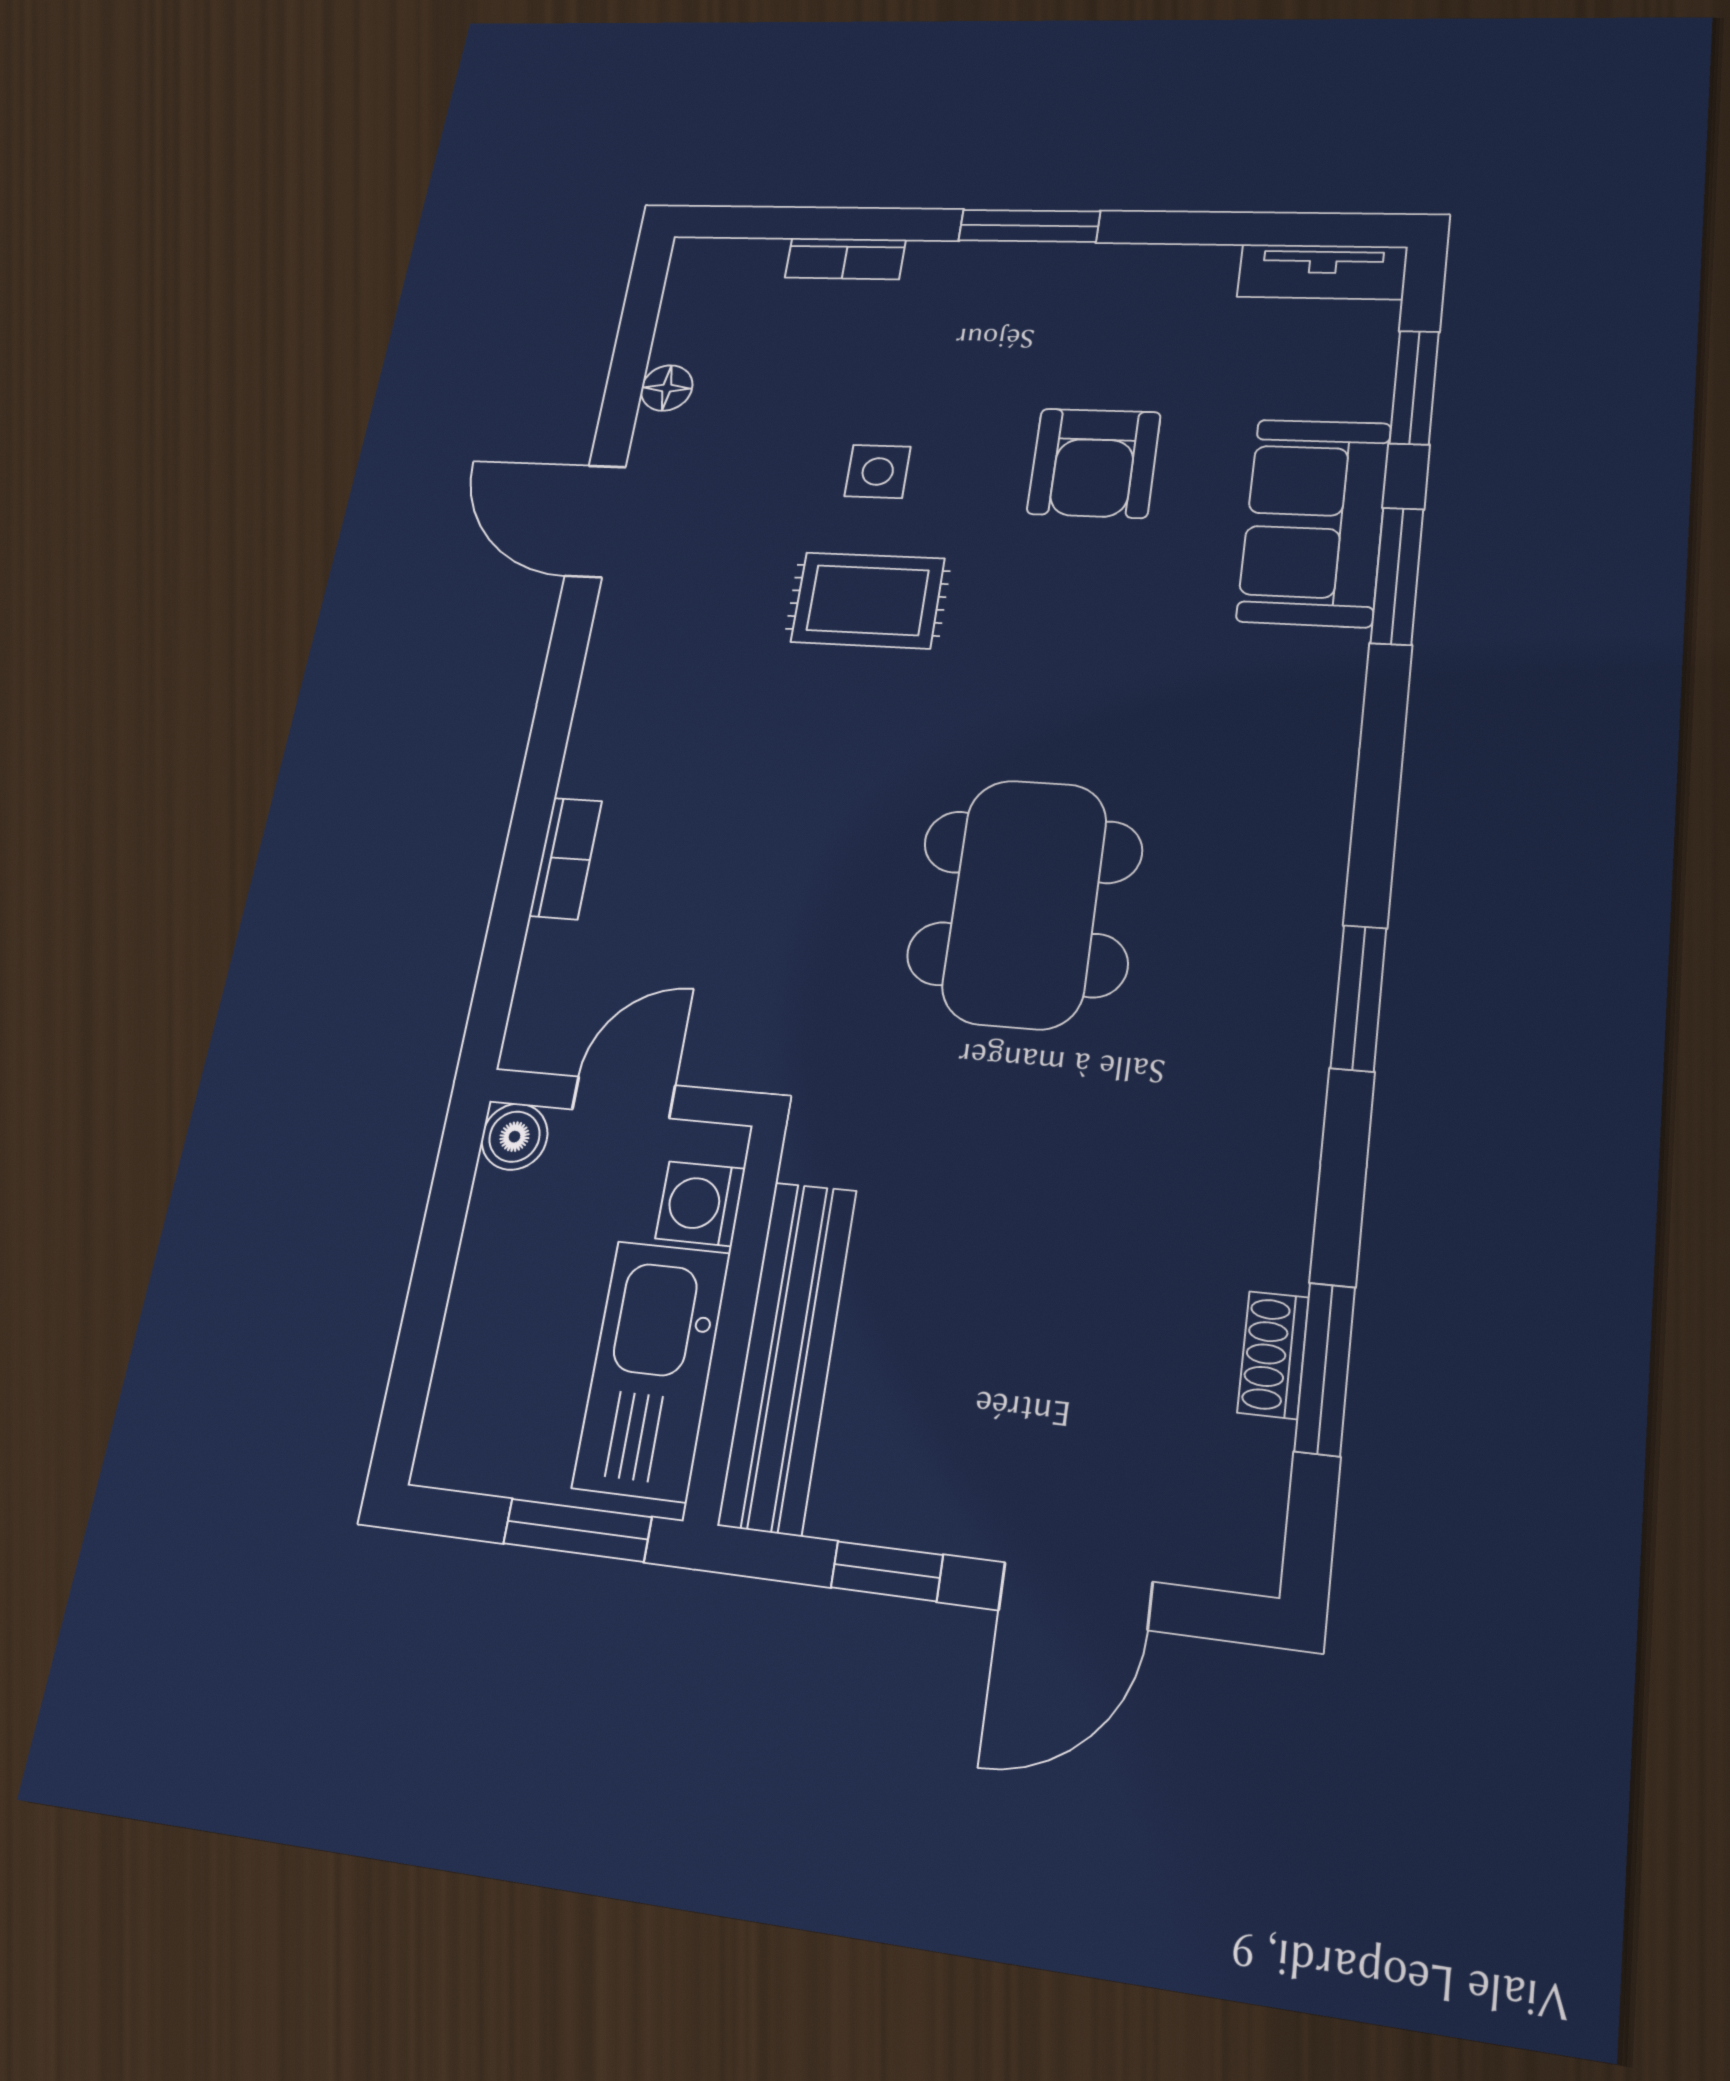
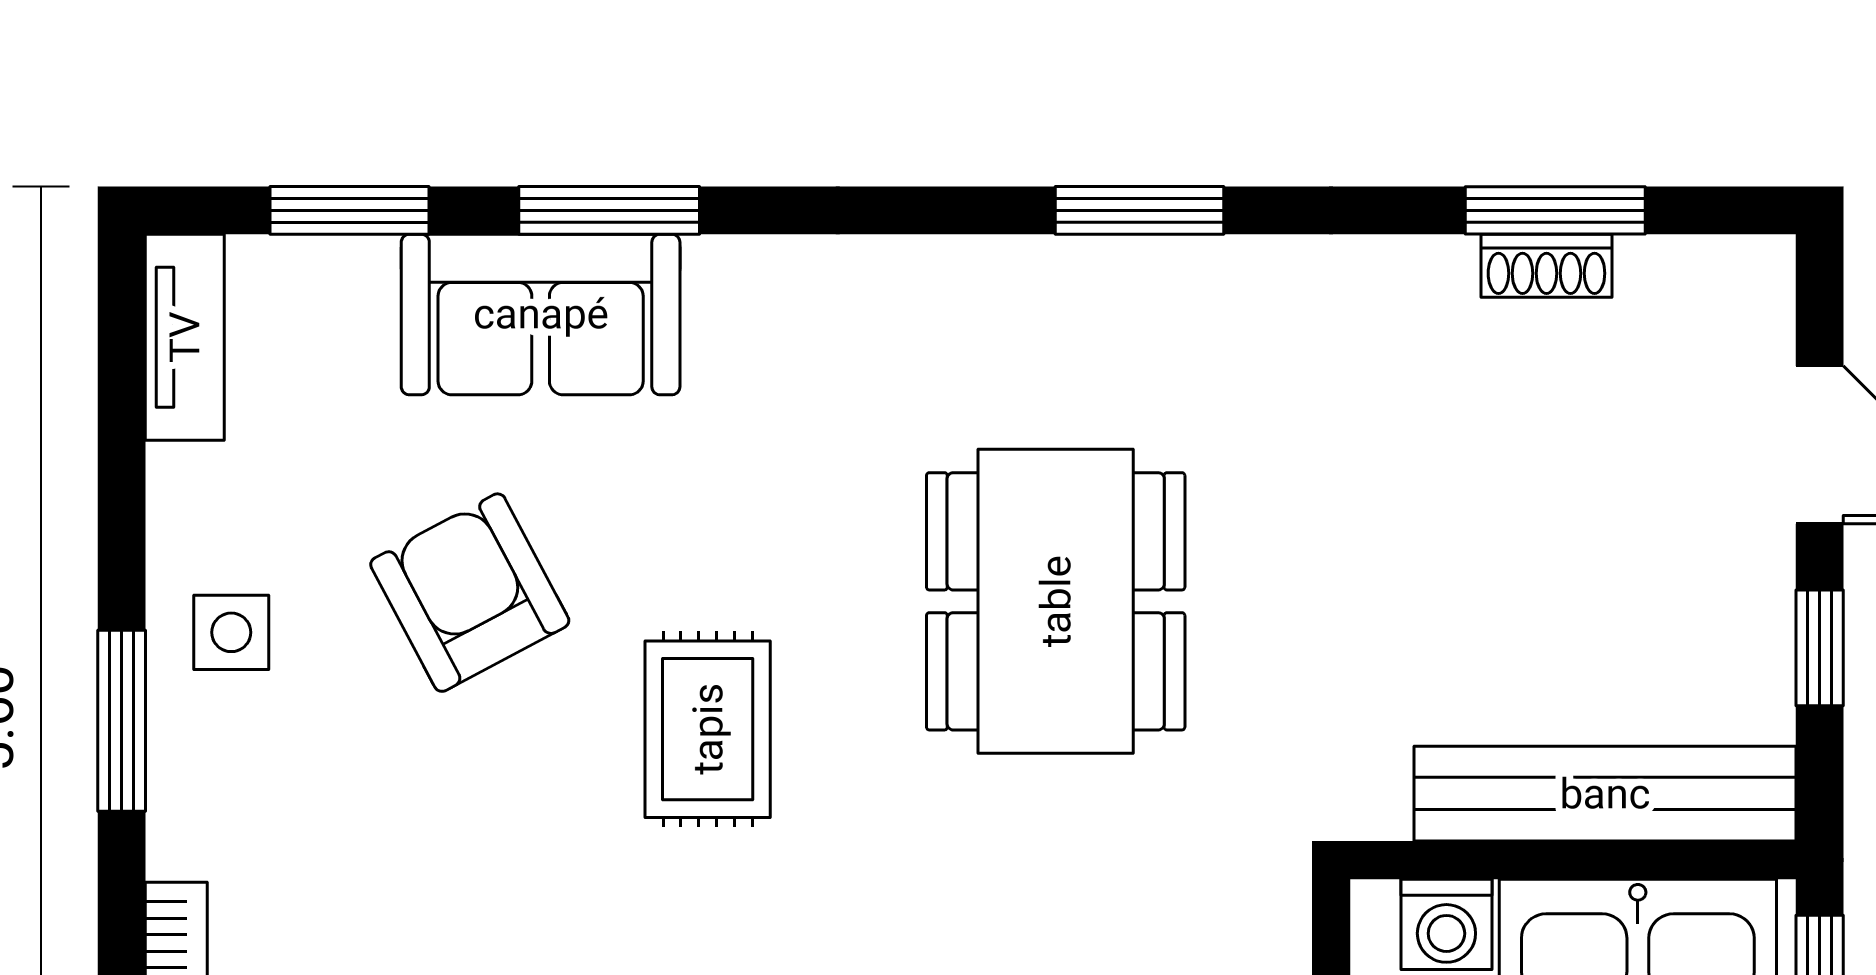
armchair: (1094, 463) -> (470, 593), turned -118
side table: (878, 471) -> (231, 632), moved
rug: (868, 600) -> (708, 729), moved
dining table: (1025, 903) -> (1056, 601), turned 90

